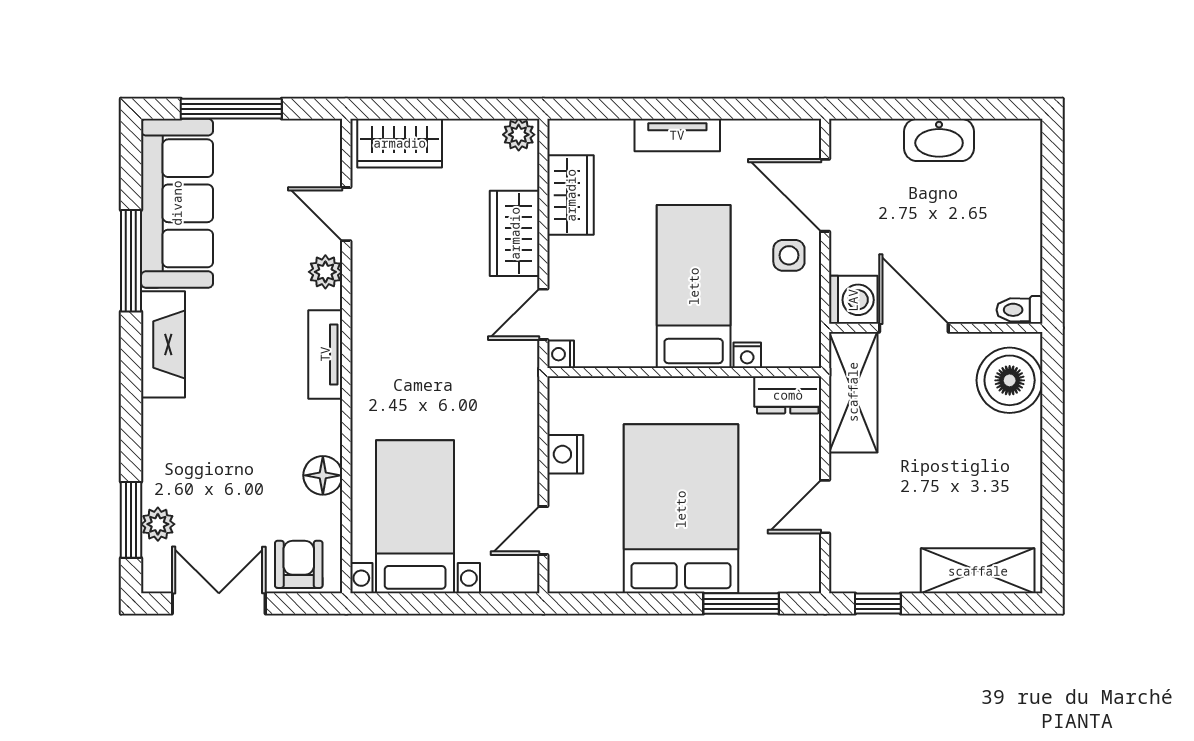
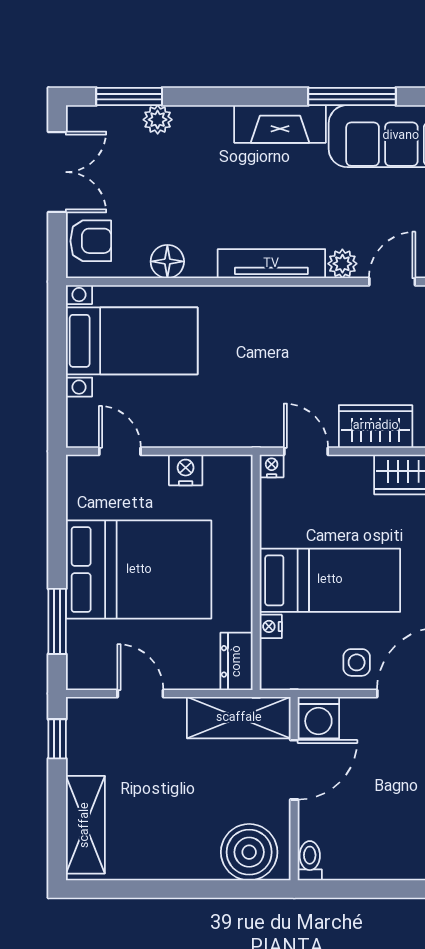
tv unit: (325, 354) -> (271, 264), width x1.41
plant: (158, 524) -> (158, 120), moved

